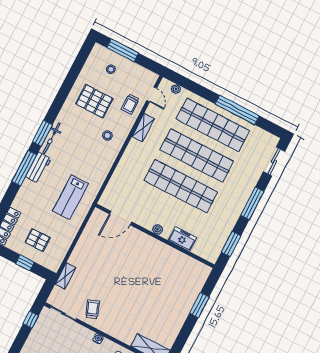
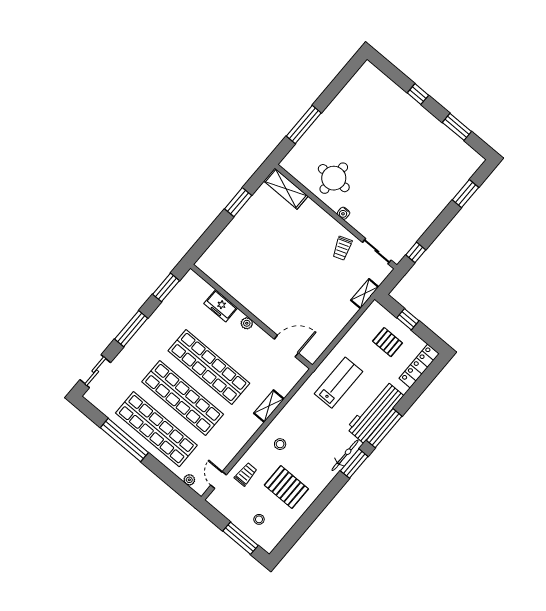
shelving: (143, 128) -> (269, 406), moved
workbench: (38, 168) -> (375, 412), width x1.88, depth x1.32
window: (199, 305) -> (238, 202), moved

